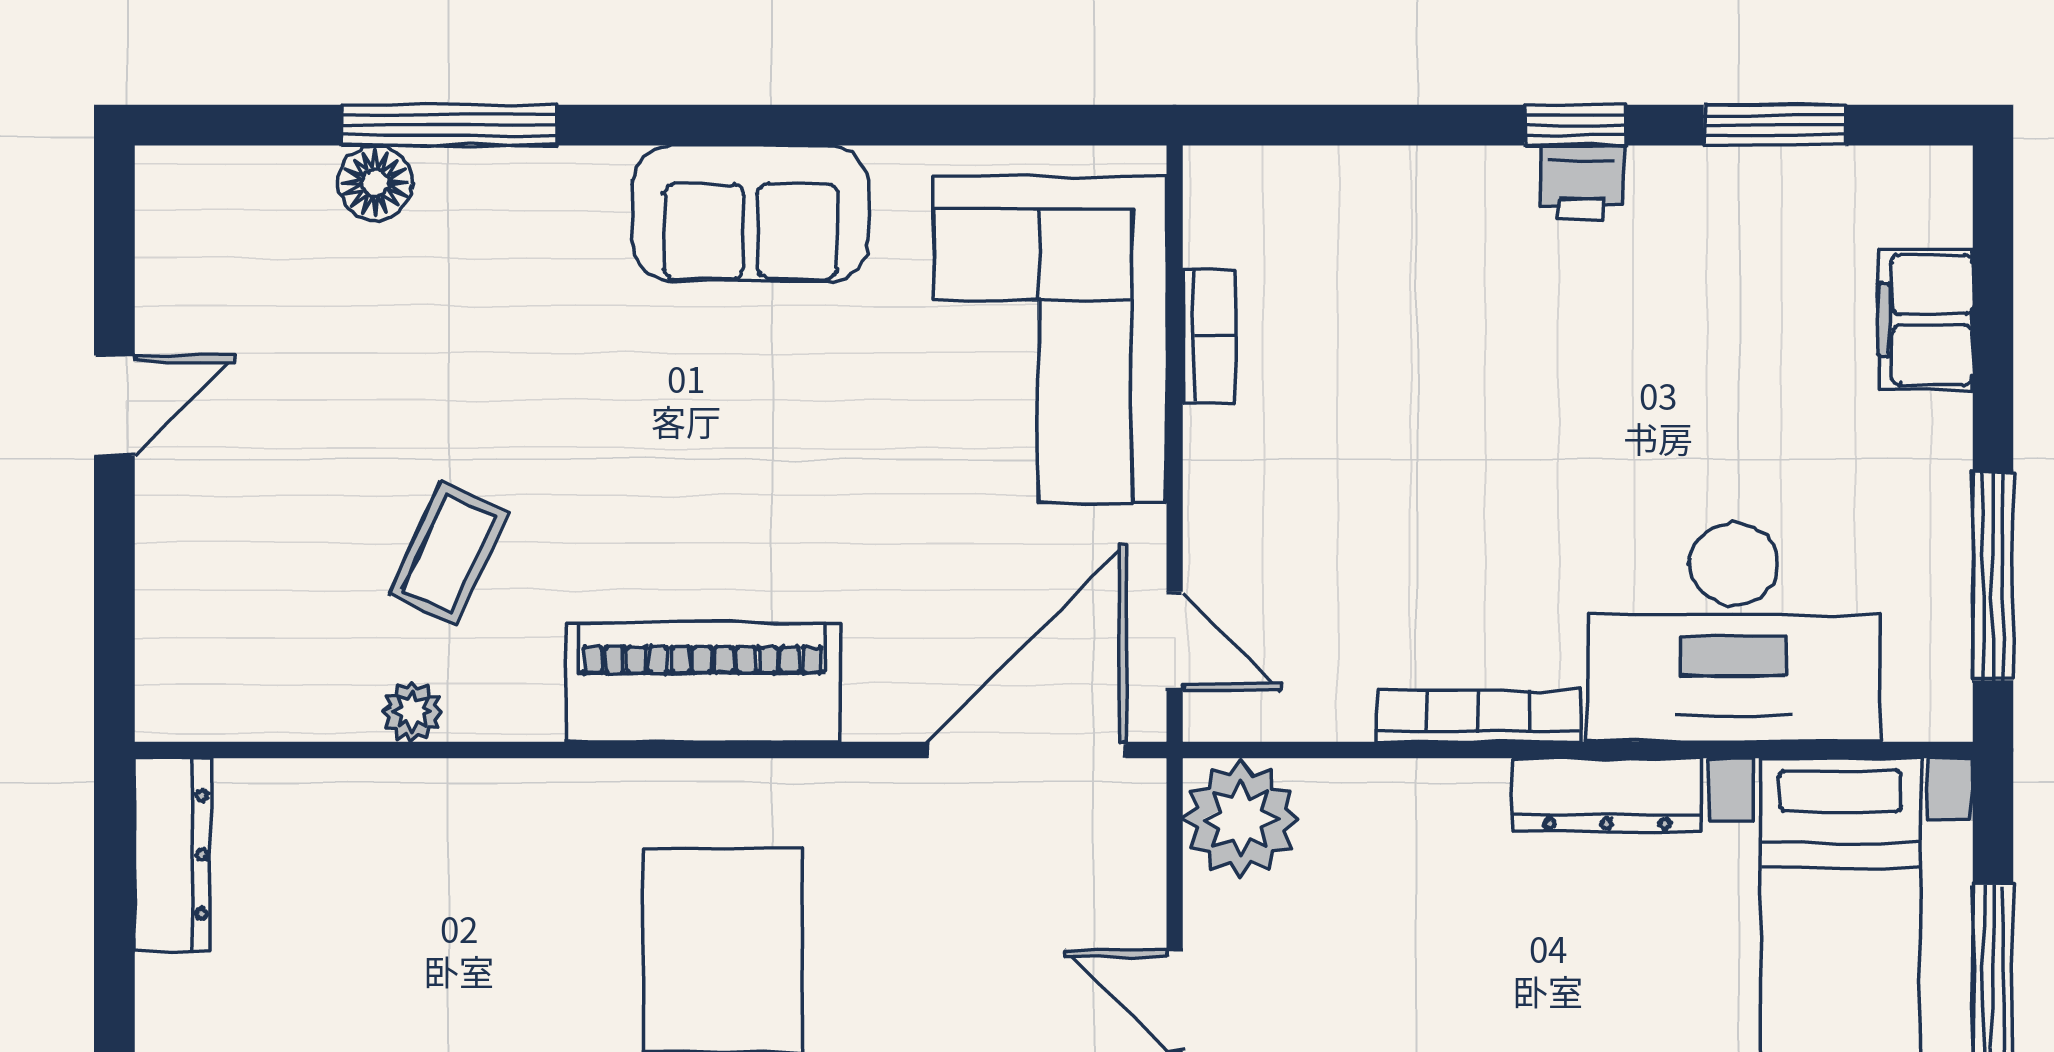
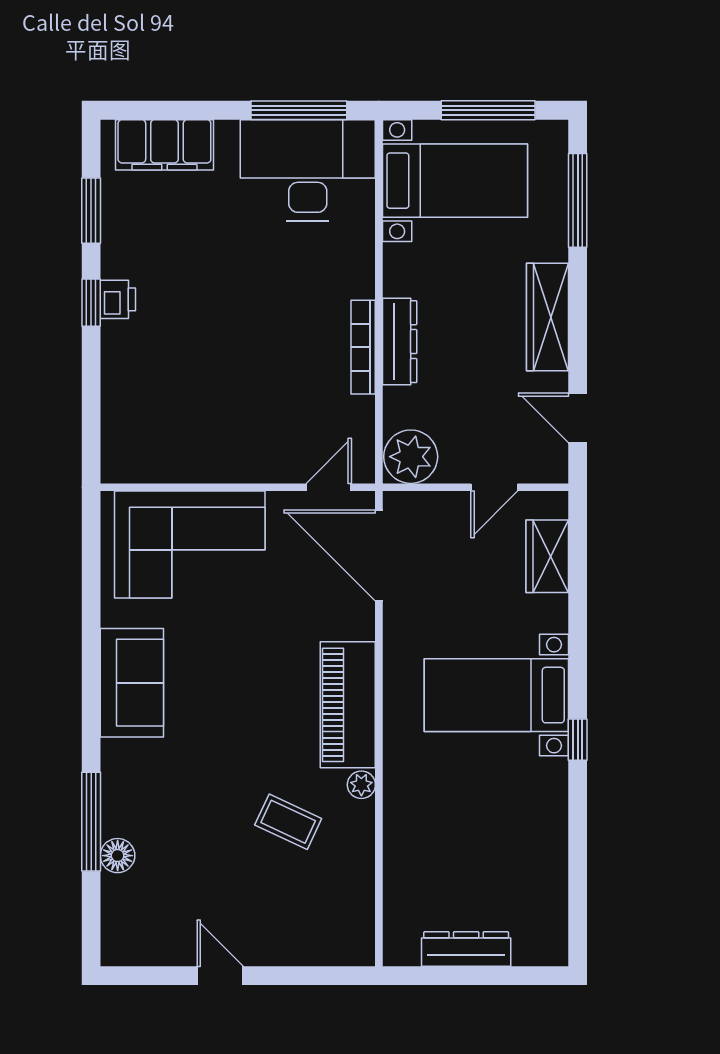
filing cabinet: (1926, 320) -> (164, 145), width x1.50, depth x1.17
bookcase: (1209, 336) -> (188, 471), removed
desk: (1734, 632) -> (308, 170), moved, turned -90
plant: (412, 712) -> (361, 785), moved
dresser: (1607, 795) -> (400, 342), moved
dresser: (172, 855) -> (466, 949), moved

